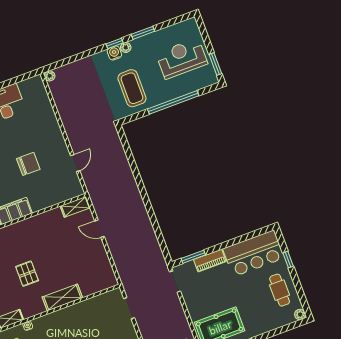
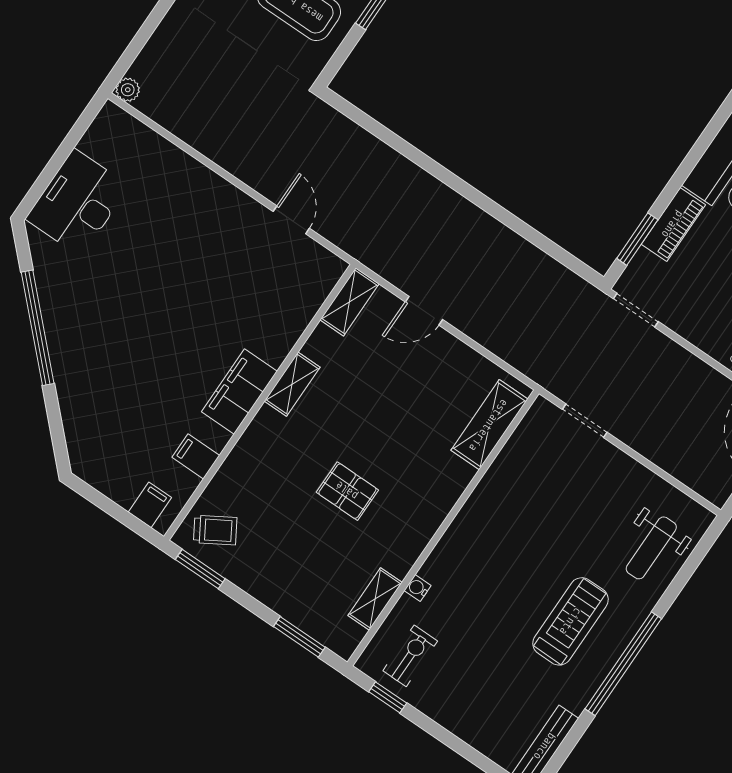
chair: (28, 164) -> (204, 283), removed
shelving: (34, 222) -> (292, 384), added
shelving: (62, 297) -> (489, 425), moved

